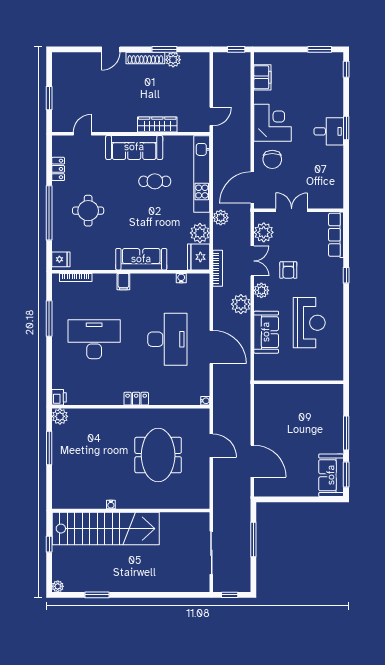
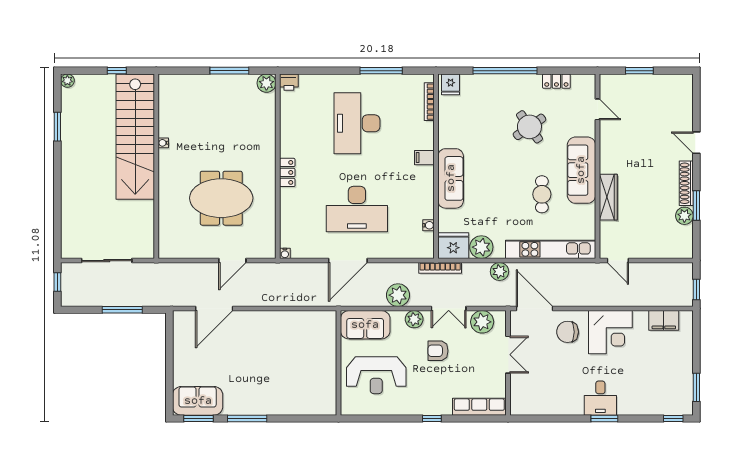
round table: (88, 211) -> (529, 127), moved, turned -35
desk: (94, 339) -> (357, 123), turned 180
wall: (299, 382) -> (339, 363), moved

